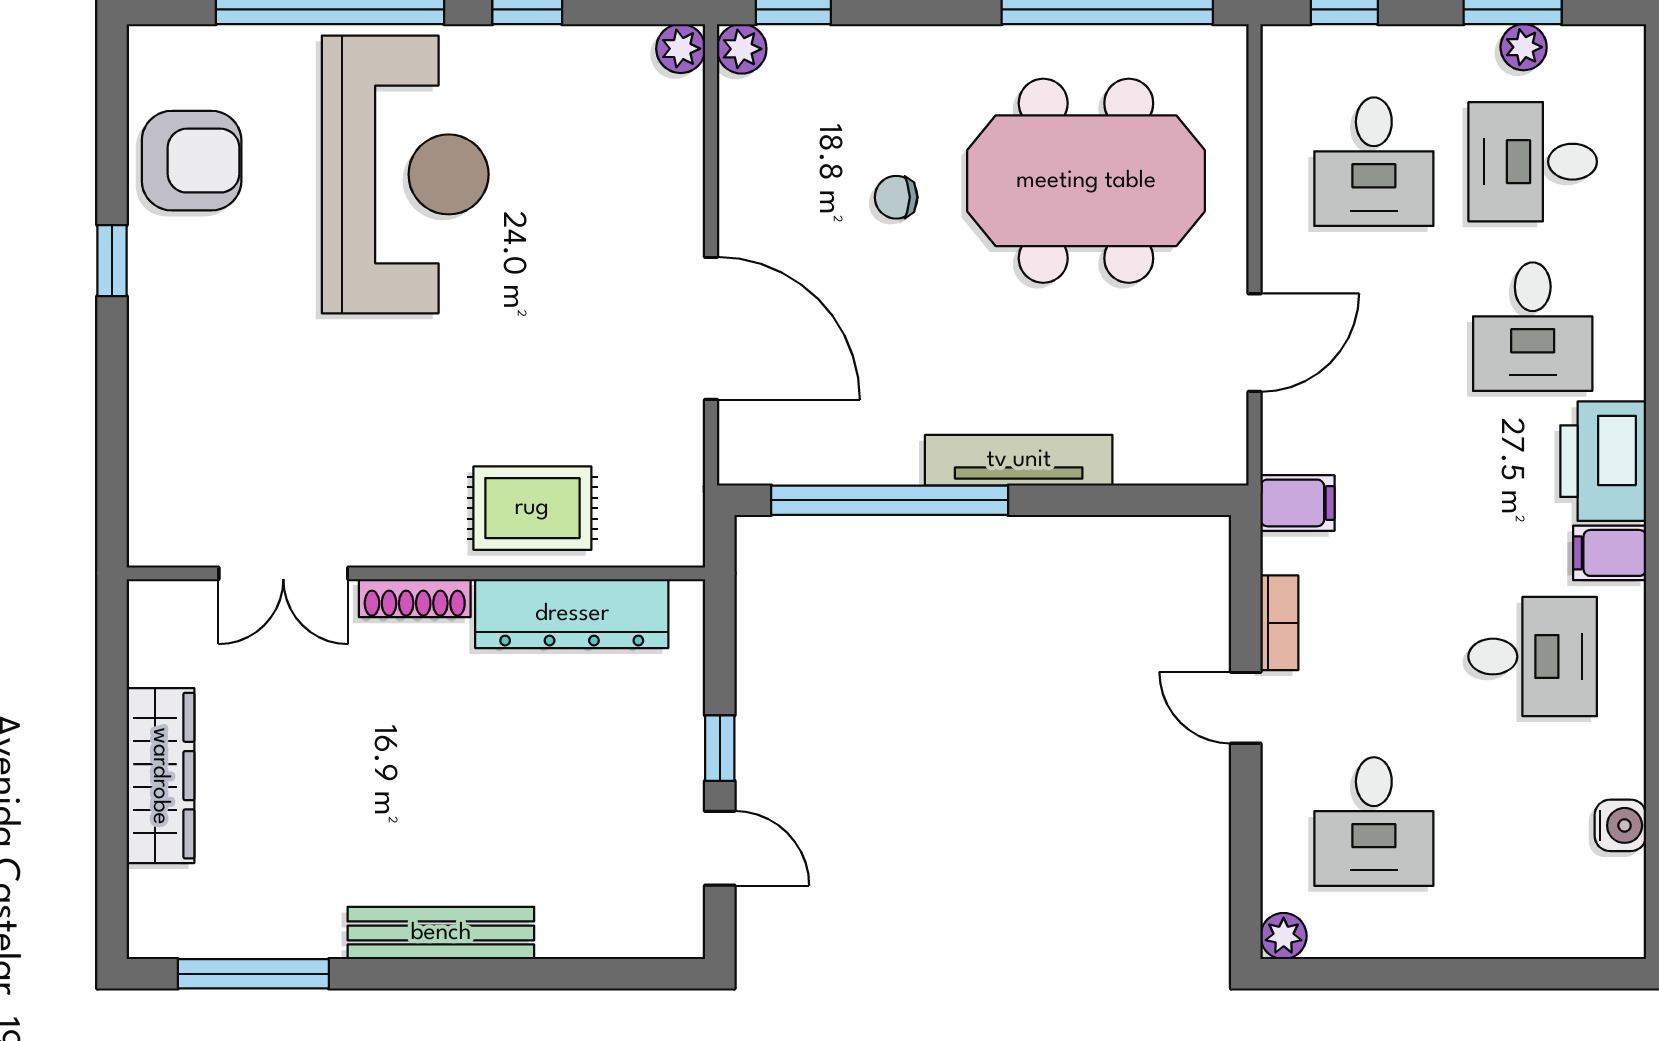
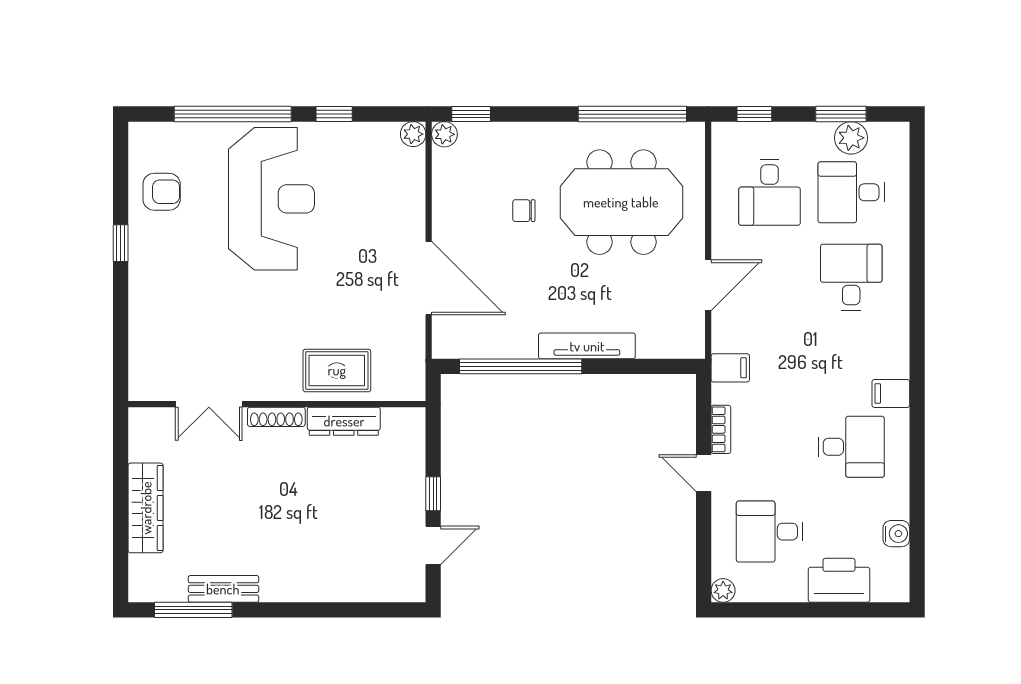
plant: (1524, 47) -> (851, 138), width x1.38, depth x1.38
armchair: (192, 161) -> (162, 192), width x0.72, depth x0.72
desk: (1533, 327) -> (851, 277), turned 180
printer: (1603, 461) -> (839, 580), moved, turned 90
dresser: (572, 614) -> (344, 421), width x0.73, depth x0.80
desk: (1374, 821) -> (770, 532), turned 90
door: (720, 848) -> (433, 545), hinge flipped
bench: (441, 933) -> (223, 589), moved, width x0.73

